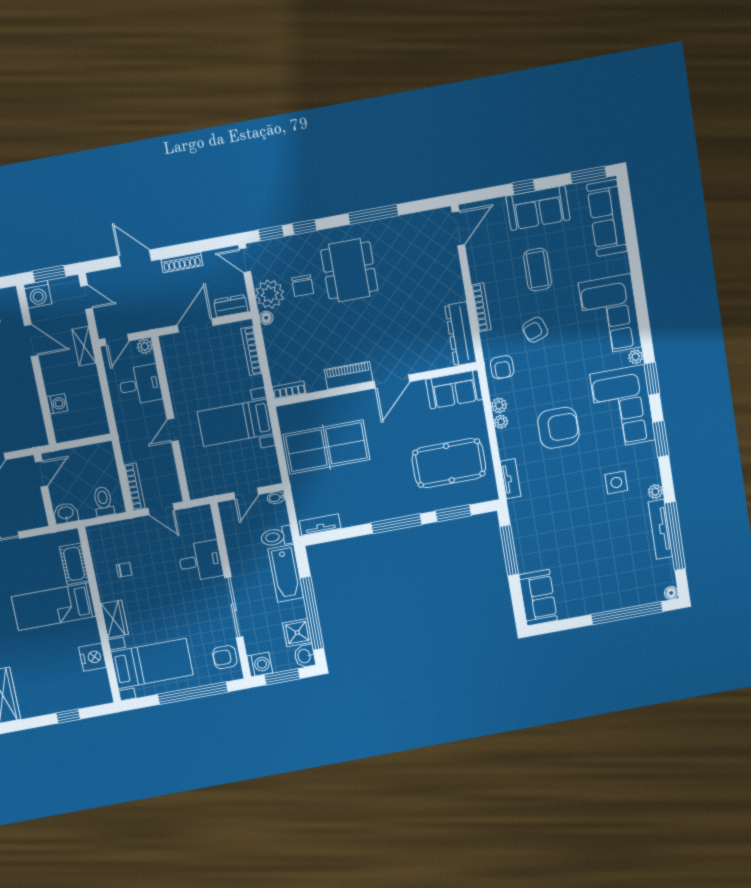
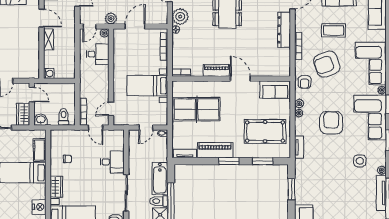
coffee table: (537, 270) -> (333, 30), turned 90
chair: (303, 286) -> (199, 15), removed
dresser: (231, 306) -> (157, 19), removed
plant: (151, 319) -> (111, 19), added
armchair: (535, 330) -> (327, 64), width x1.88, depth x1.88
dresser: (461, 334) -> (284, 30), moved
shelving: (84, 346) -> (48, 39), moved
door: (392, 382) -> (240, 79), swing flipped
washing machine: (57, 404) -> (49, 73), moved
armchair: (558, 428) -> (331, 123), turned -90
door: (173, 430) -> (111, 109), moved
door: (41, 474) -> (32, 95), hinge flipped
wardrobe: (34, 510) -> (23, 114), added
piano: (370, 510) -> (215, 150), added
window: (396, 524) -> (229, 161), width x0.69
toilet: (277, 537) -> (159, 201), moved
window: (509, 550) -> (291, 189), width x0.69

